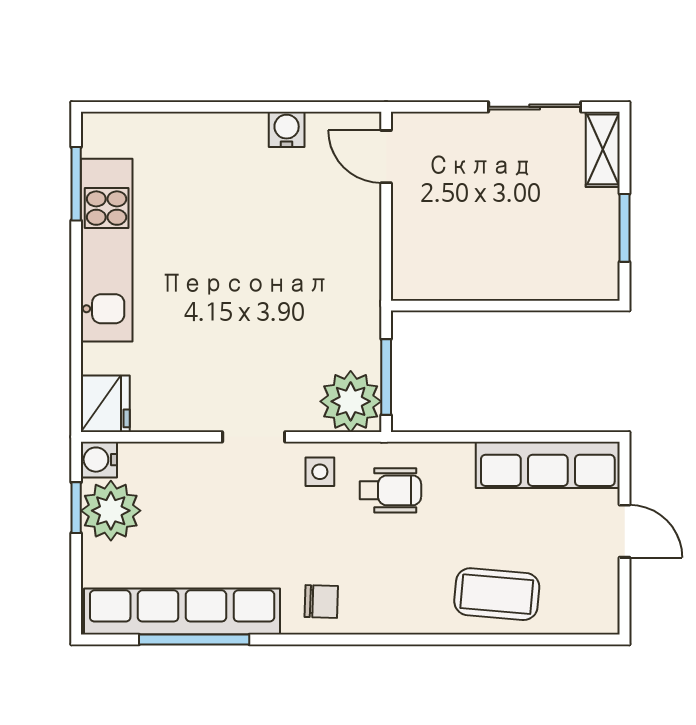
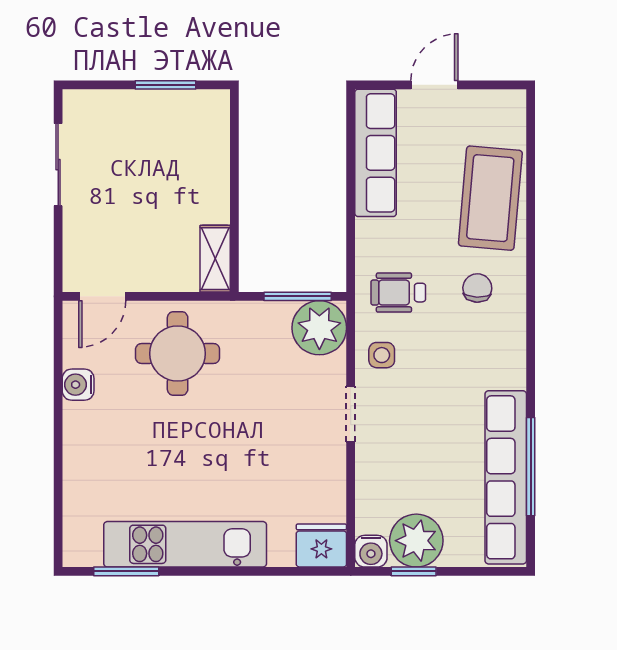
shelving: (603, 149) -> (215, 259), moved, turned 90
round table: (322, 242) -> (178, 354), added
wheelchair: (390, 490) -> (398, 293), turned -90
coffee table: (497, 594) -> (490, 198), width x1.36, depth x1.32
chair: (321, 601) -> (477, 288), moved

